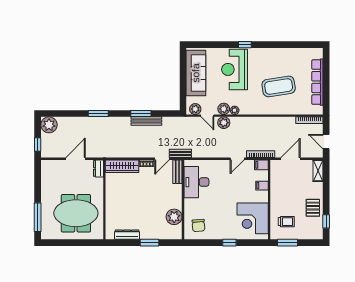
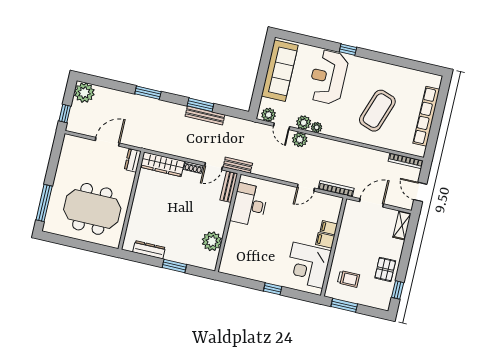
coffee table: (279, 86) -> (377, 111), turned -62
filing cabinet: (261, 165) -> (325, 240), moved
chair: (198, 225) -> (239, 259), removed

